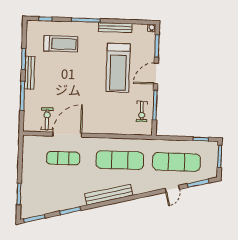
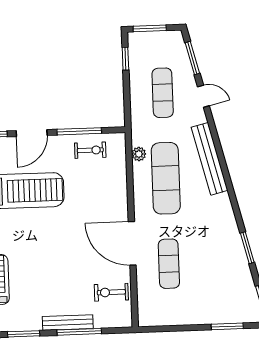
bench: (30, 73) -> (68, 323), moved
door: (156, 74) -> (32, 133), hinge flipped
door: (67, 135) -> (132, 243), moved
plant: (137, 143) -> (139, 154), added
exercise mat: (176, 162) -> (163, 93), width x0.73, depth x0.69
bench: (109, 195) -> (210, 159), moved

